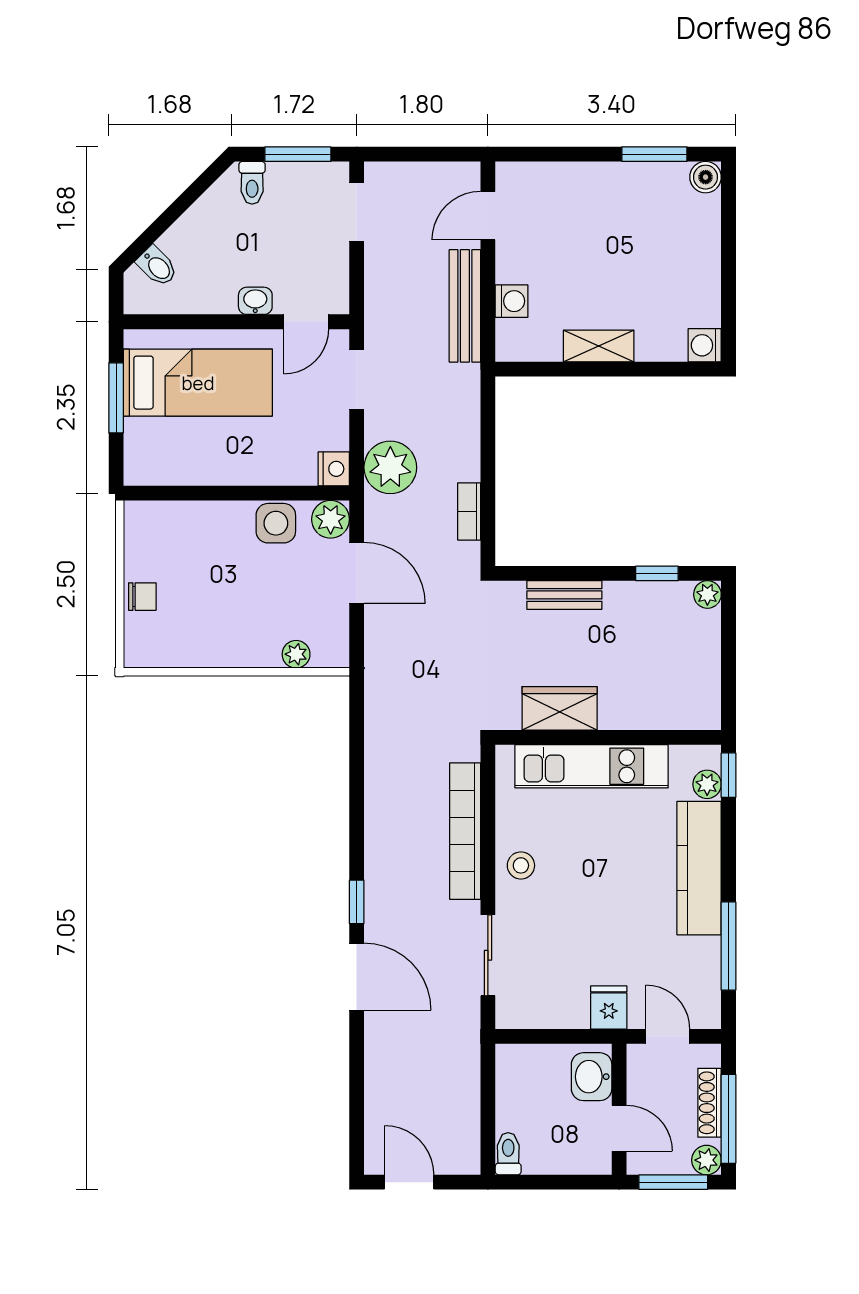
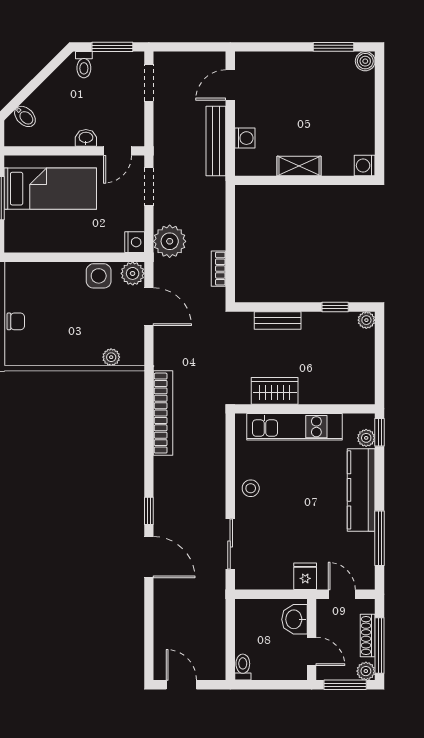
bookcase: (465, 831) -> (163, 413), moved, turned 180

